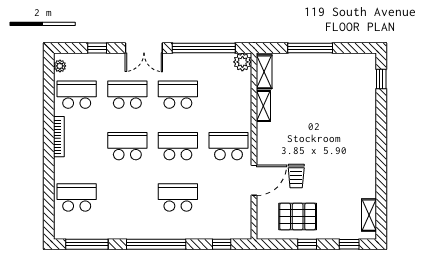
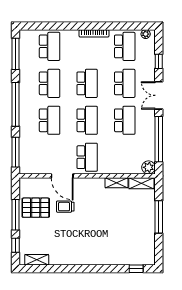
school desk: (127, 198) -> (50, 83), added
pallet: (298, 217) -> (36, 208), turned 90
window: (222, 244) -> (15, 152), width x2.17
window: (307, 244) -> (15, 215), width x2.17

